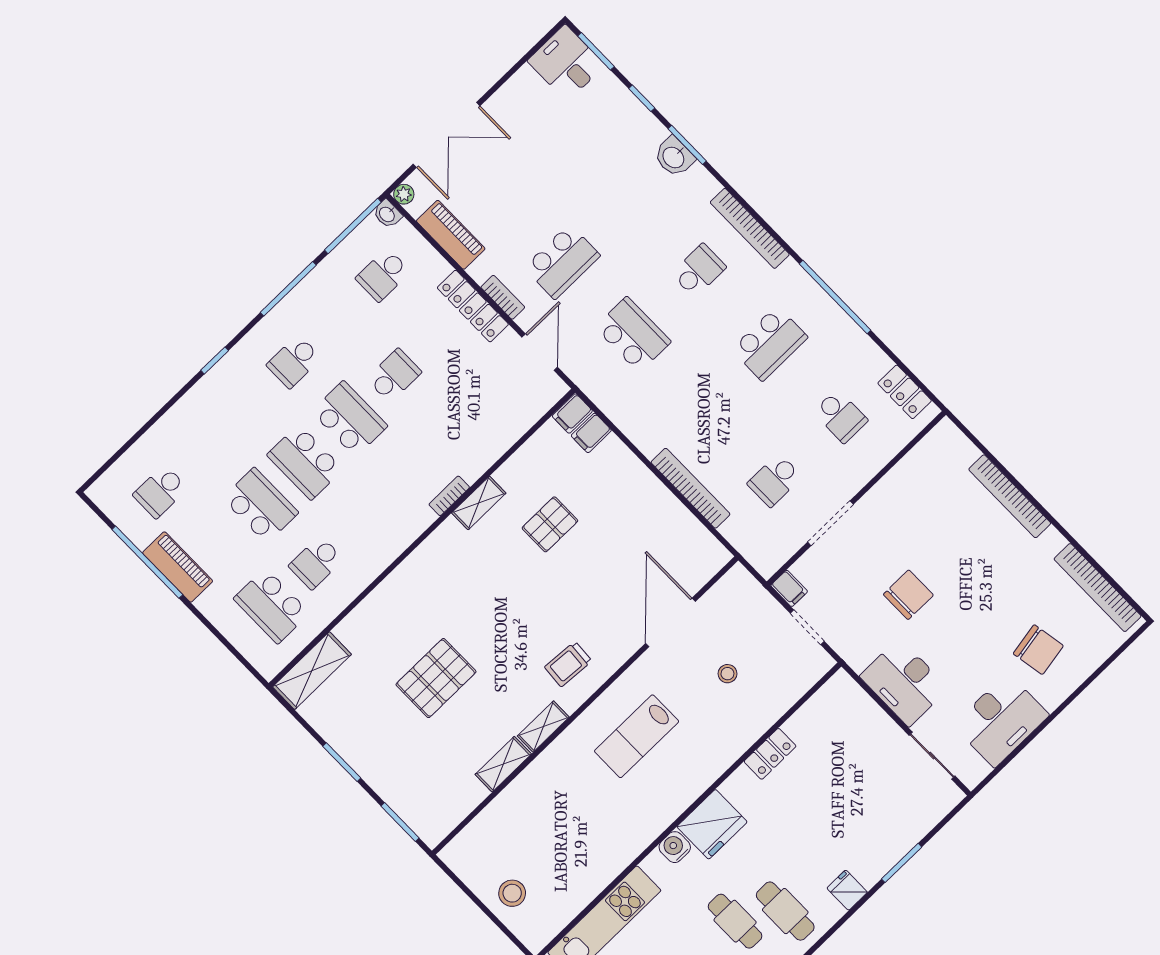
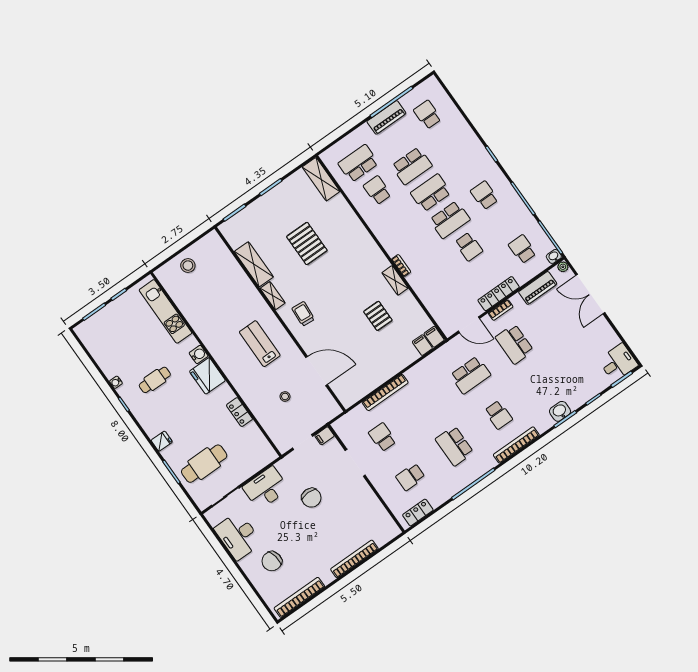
shelving: (503, 764) -> (254, 264), width x1.50, depth x1.33
cafe table: (785, 911) -> (204, 464), moved, width x1.37, depth x1.35

